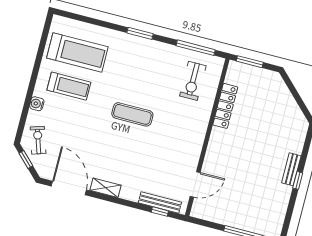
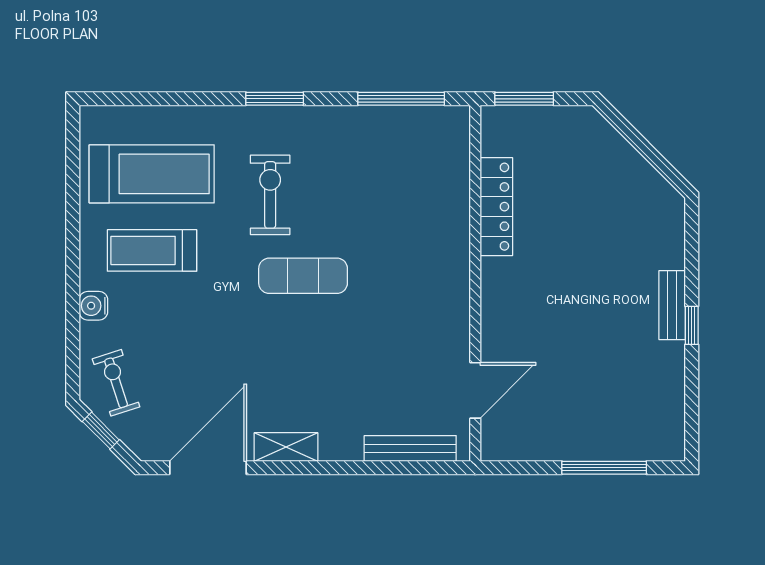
exercise bike: (193, 81) -> (270, 195), moved, turned 180
treadmill: (69, 86) -> (152, 250), turned 180
door: (69, 188) -> (208, 468), hinge flipped
window: (160, 212) -> (415, 468), removed

